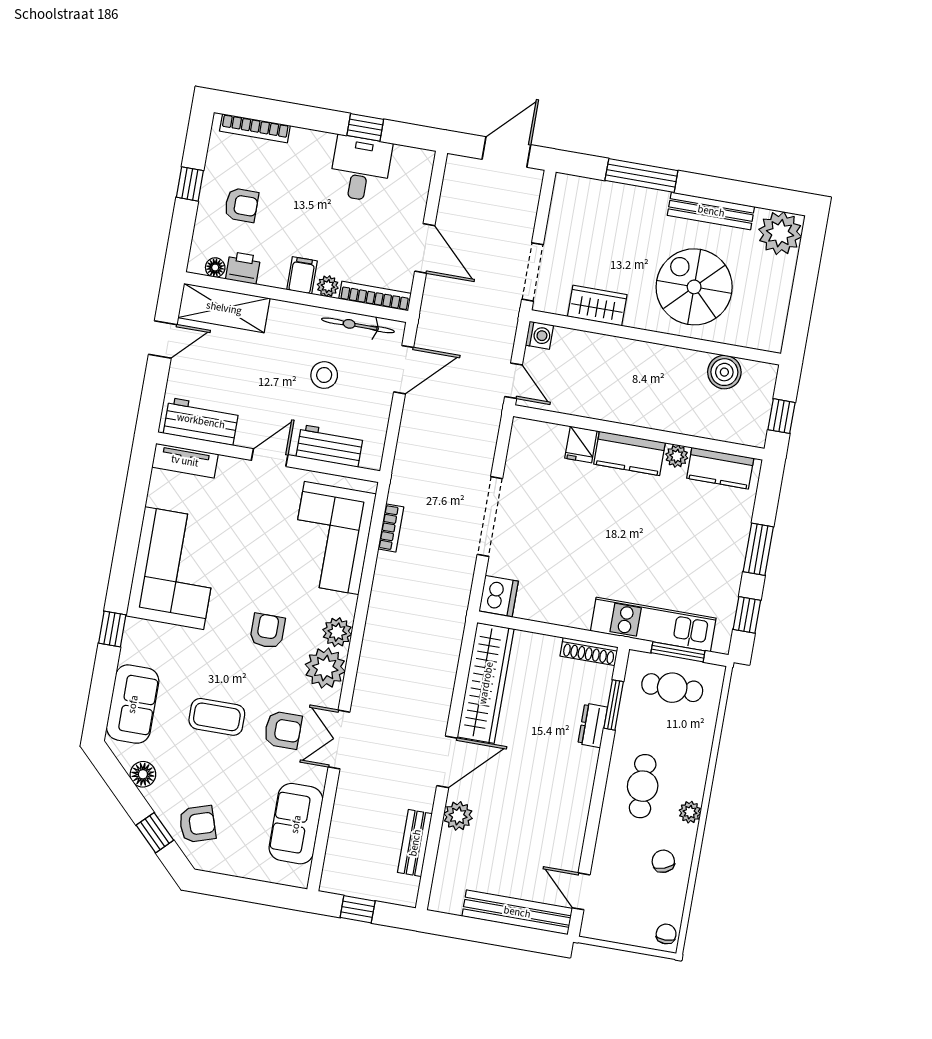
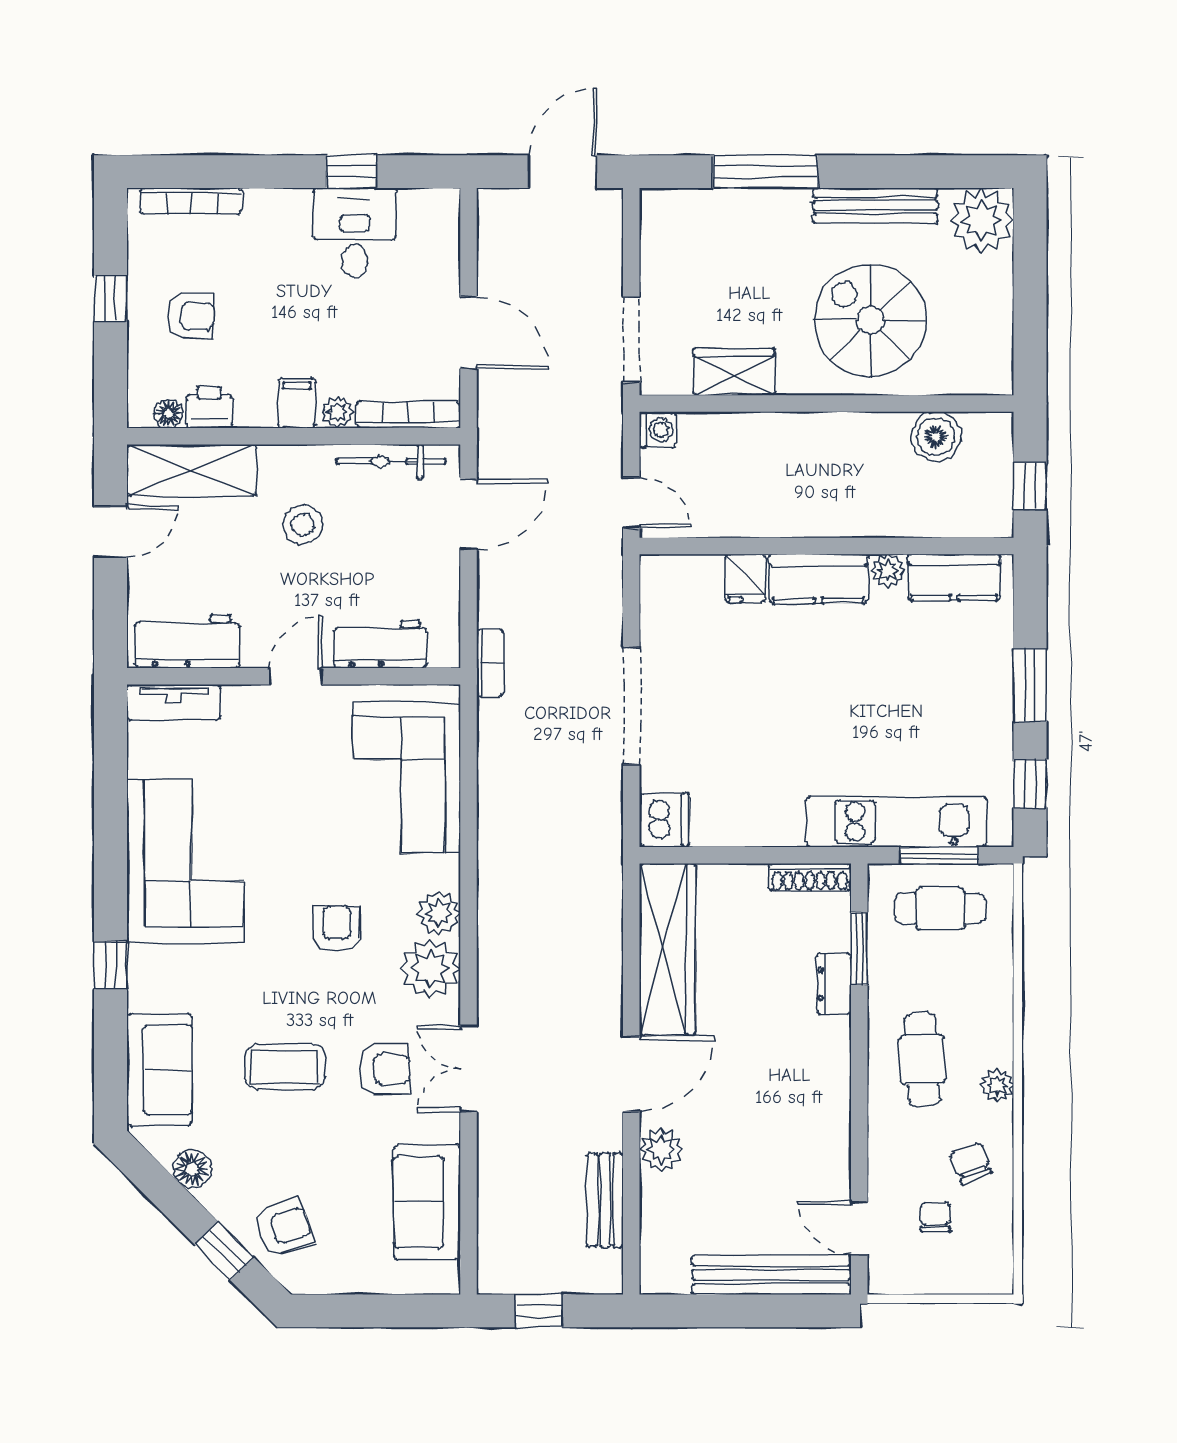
stool: (324, 375) -> (303, 525), moved
bookcase: (391, 528) -> (490, 663), moved
chair: (666, 934) -> (935, 1217), moved

